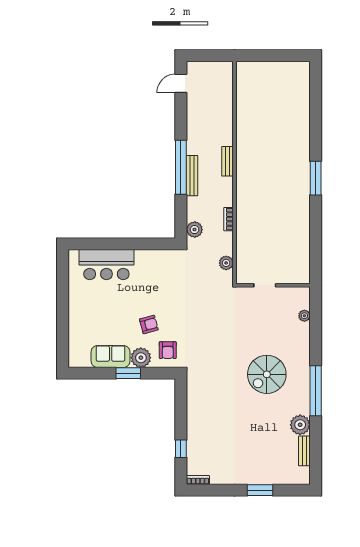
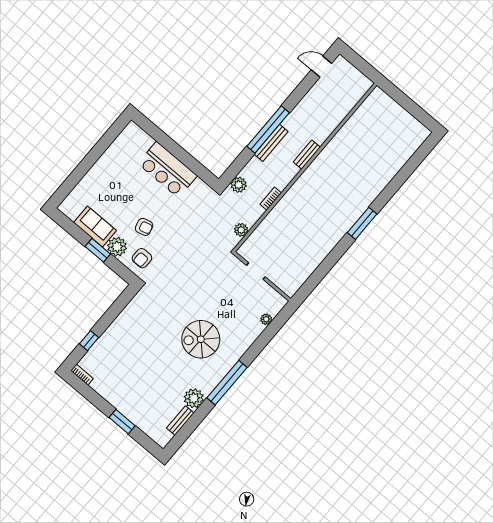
bar counter: (106, 265) -> (168, 170), moved

